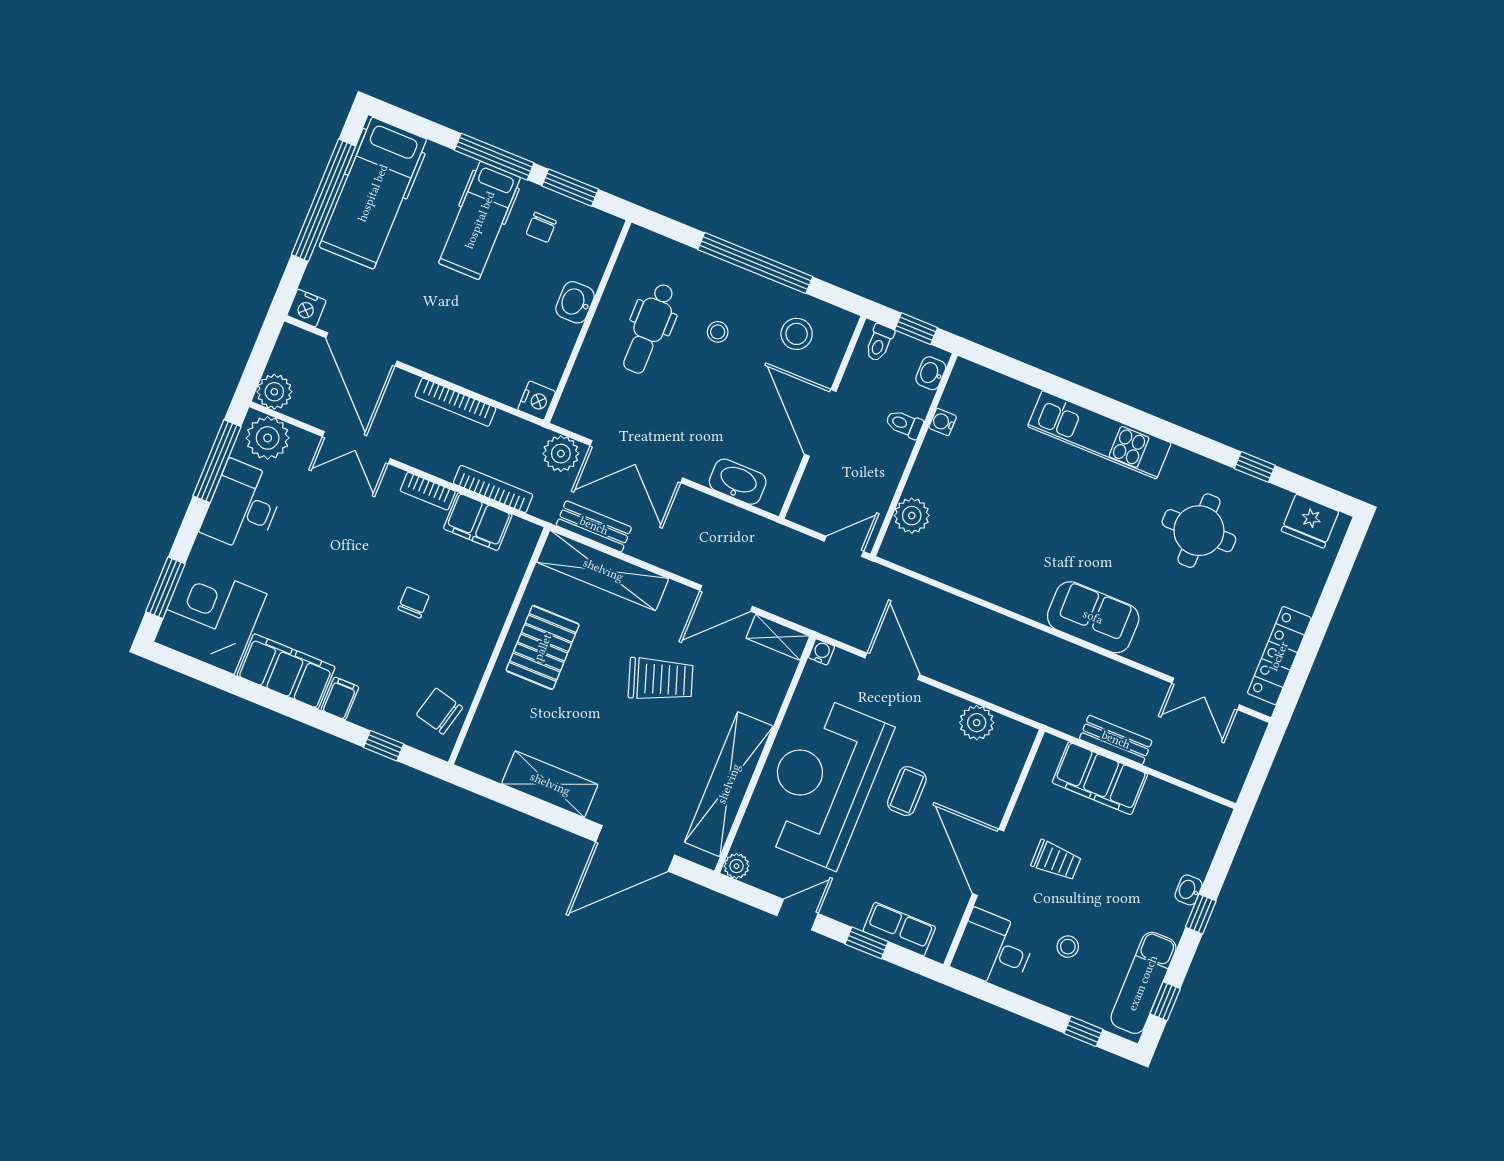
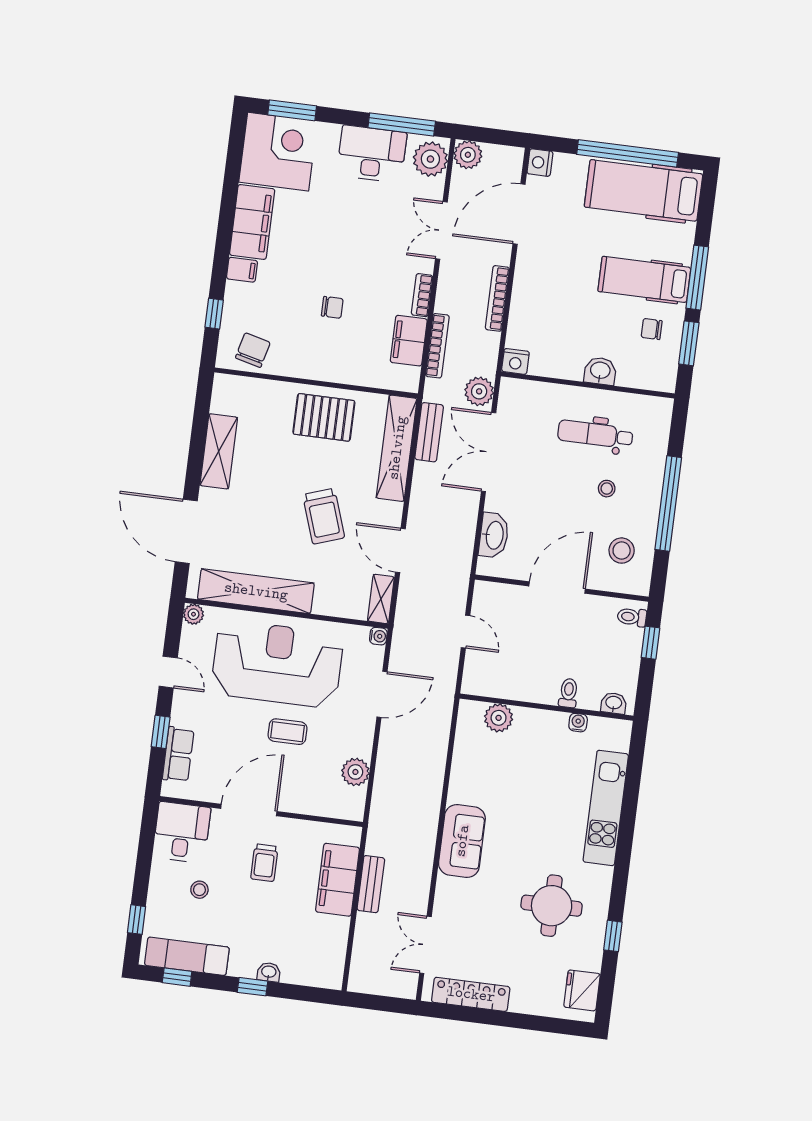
washbasin: (931, 373) -> (614, 703), moved
water cooler: (943, 422) -> (578, 723), moved
toilet: (904, 424) -> (568, 693), moved
wall: (914, 455) -> (547, 707), moved
plant: (912, 516) -> (499, 718), moved

